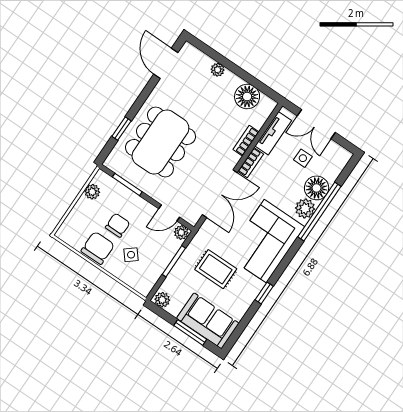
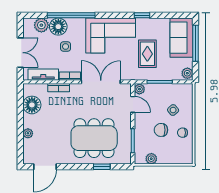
side table: (303, 158) -> (66, 47), moved
plant: (305, 208) -> (41, 25), moved
chair: (98, 248) -> (182, 133), width x0.54, depth x0.54
window: (190, 332) -> (195, 43), width x1.44

